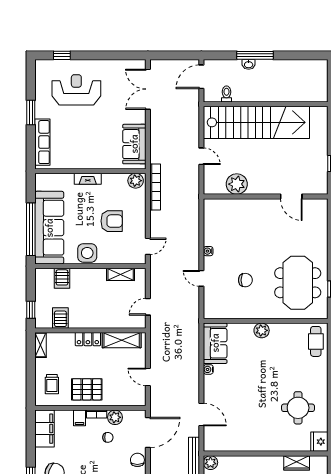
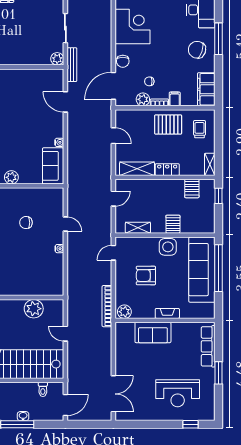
sofa: (134, 144) -> (153, 332), moved, turned 90
server rack: (62, 278) -> (173, 224), moved

